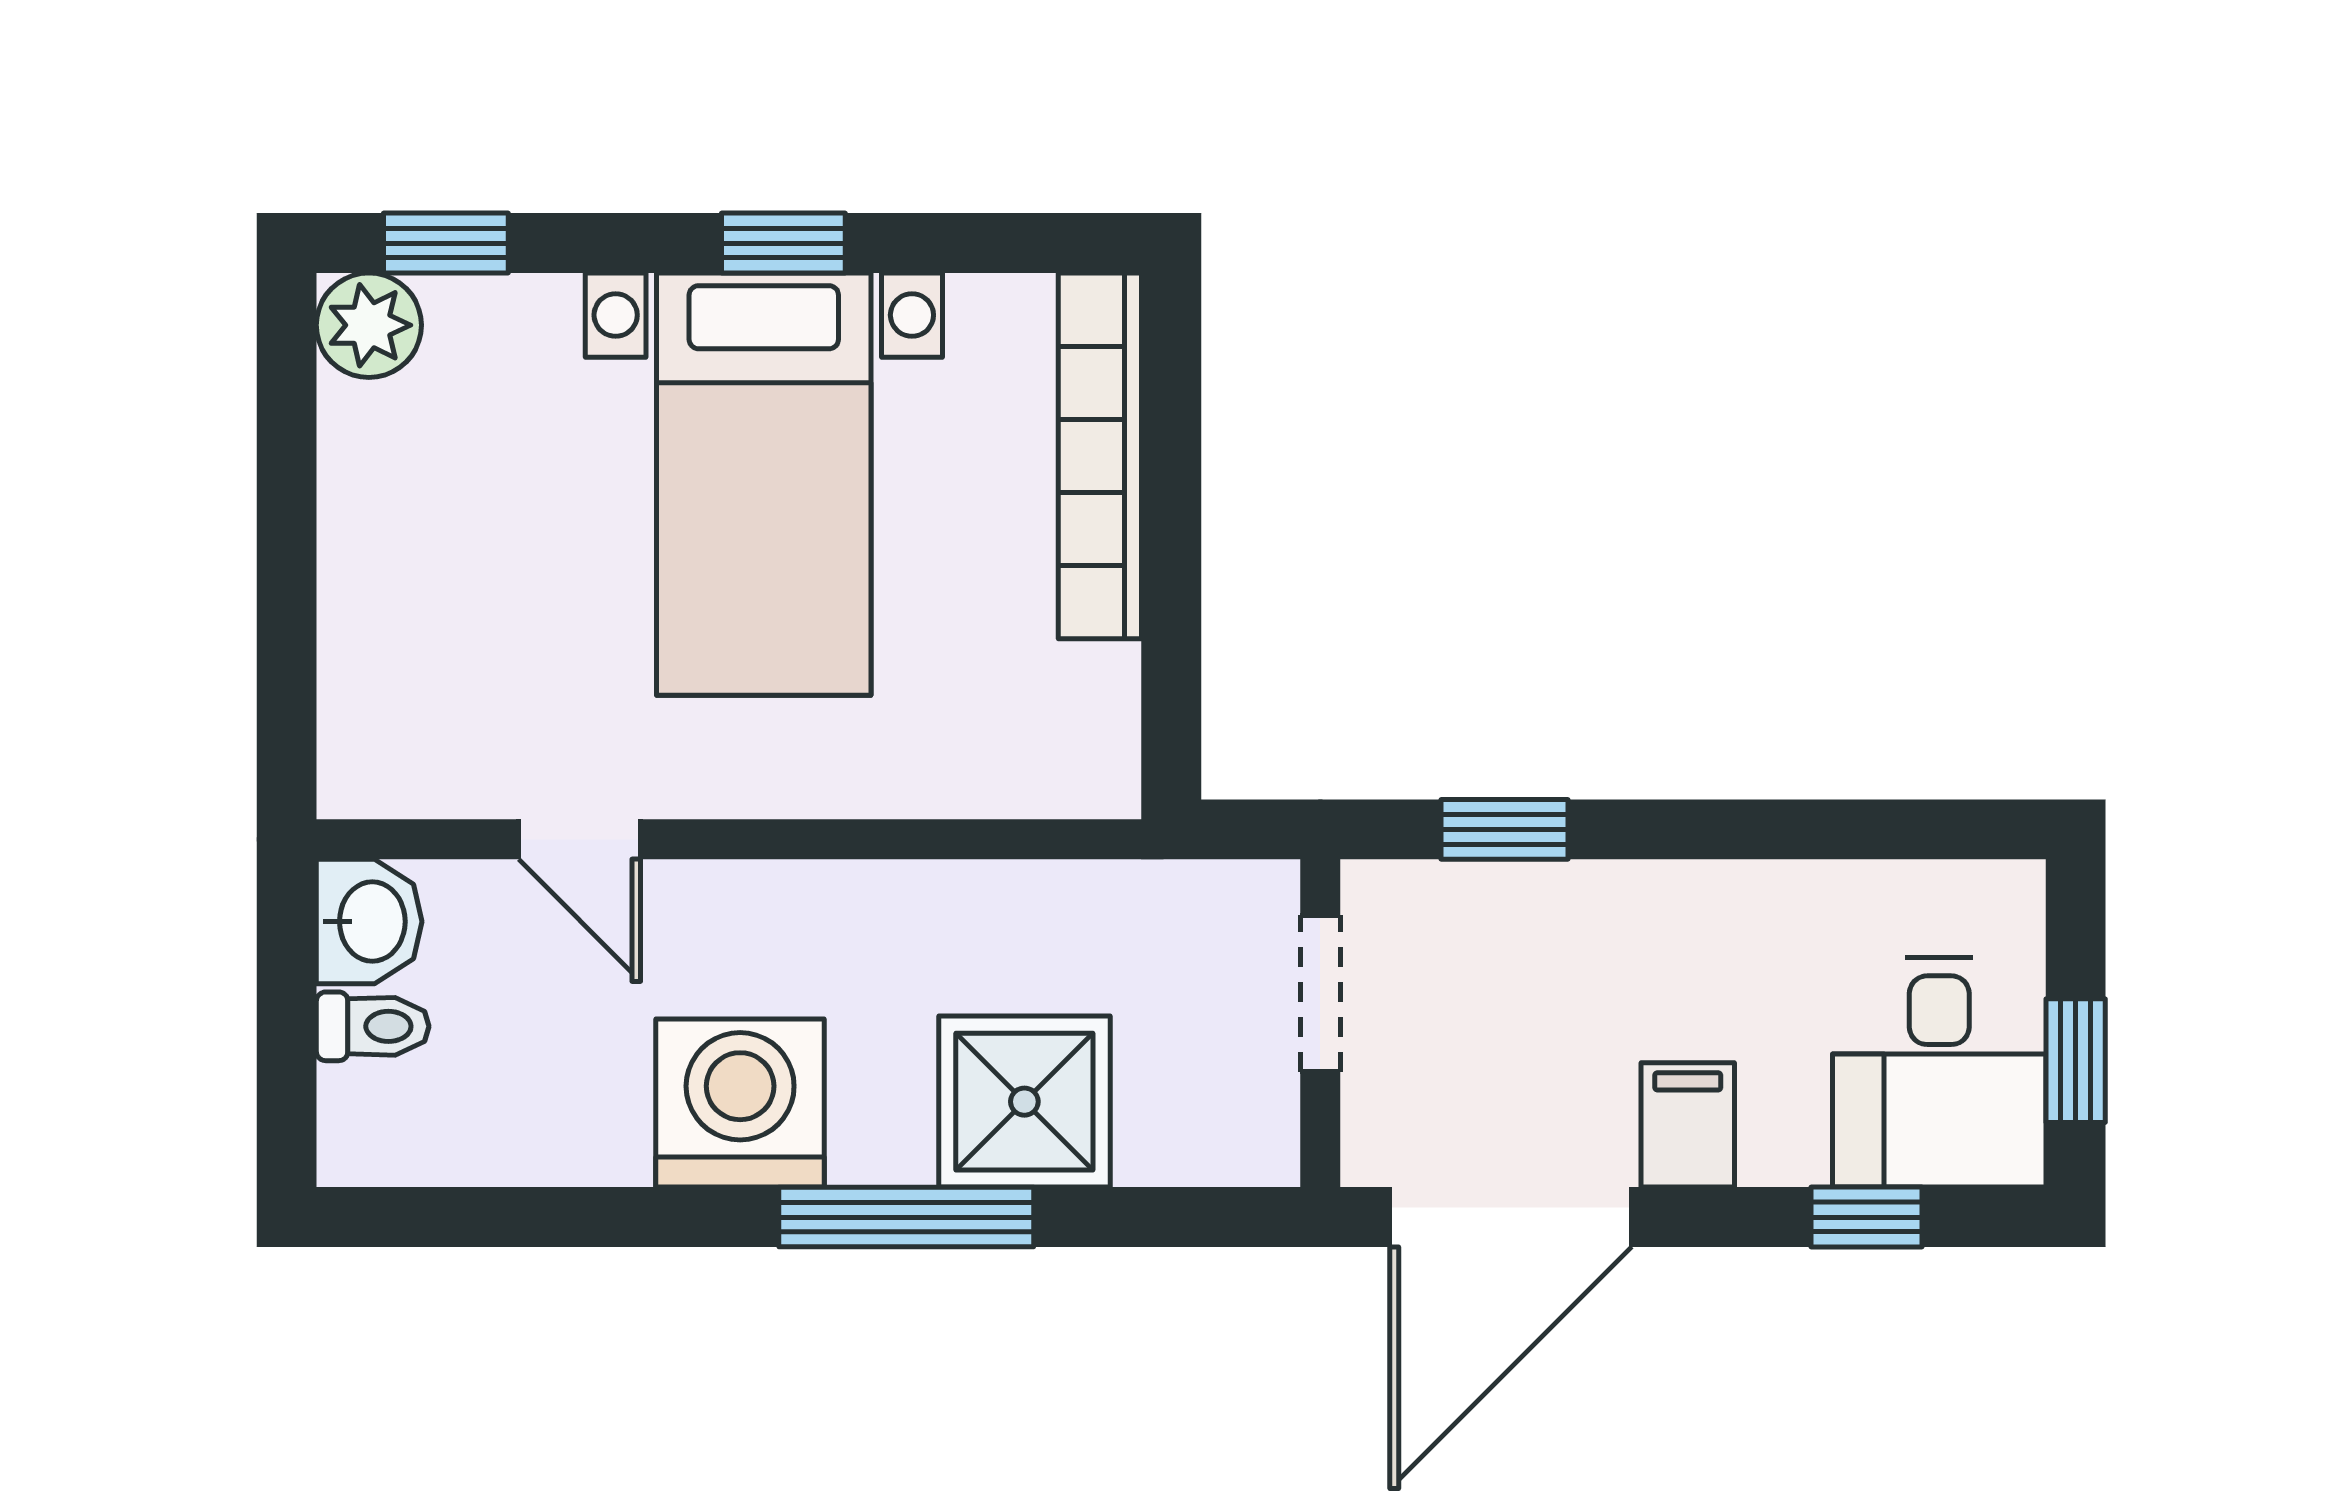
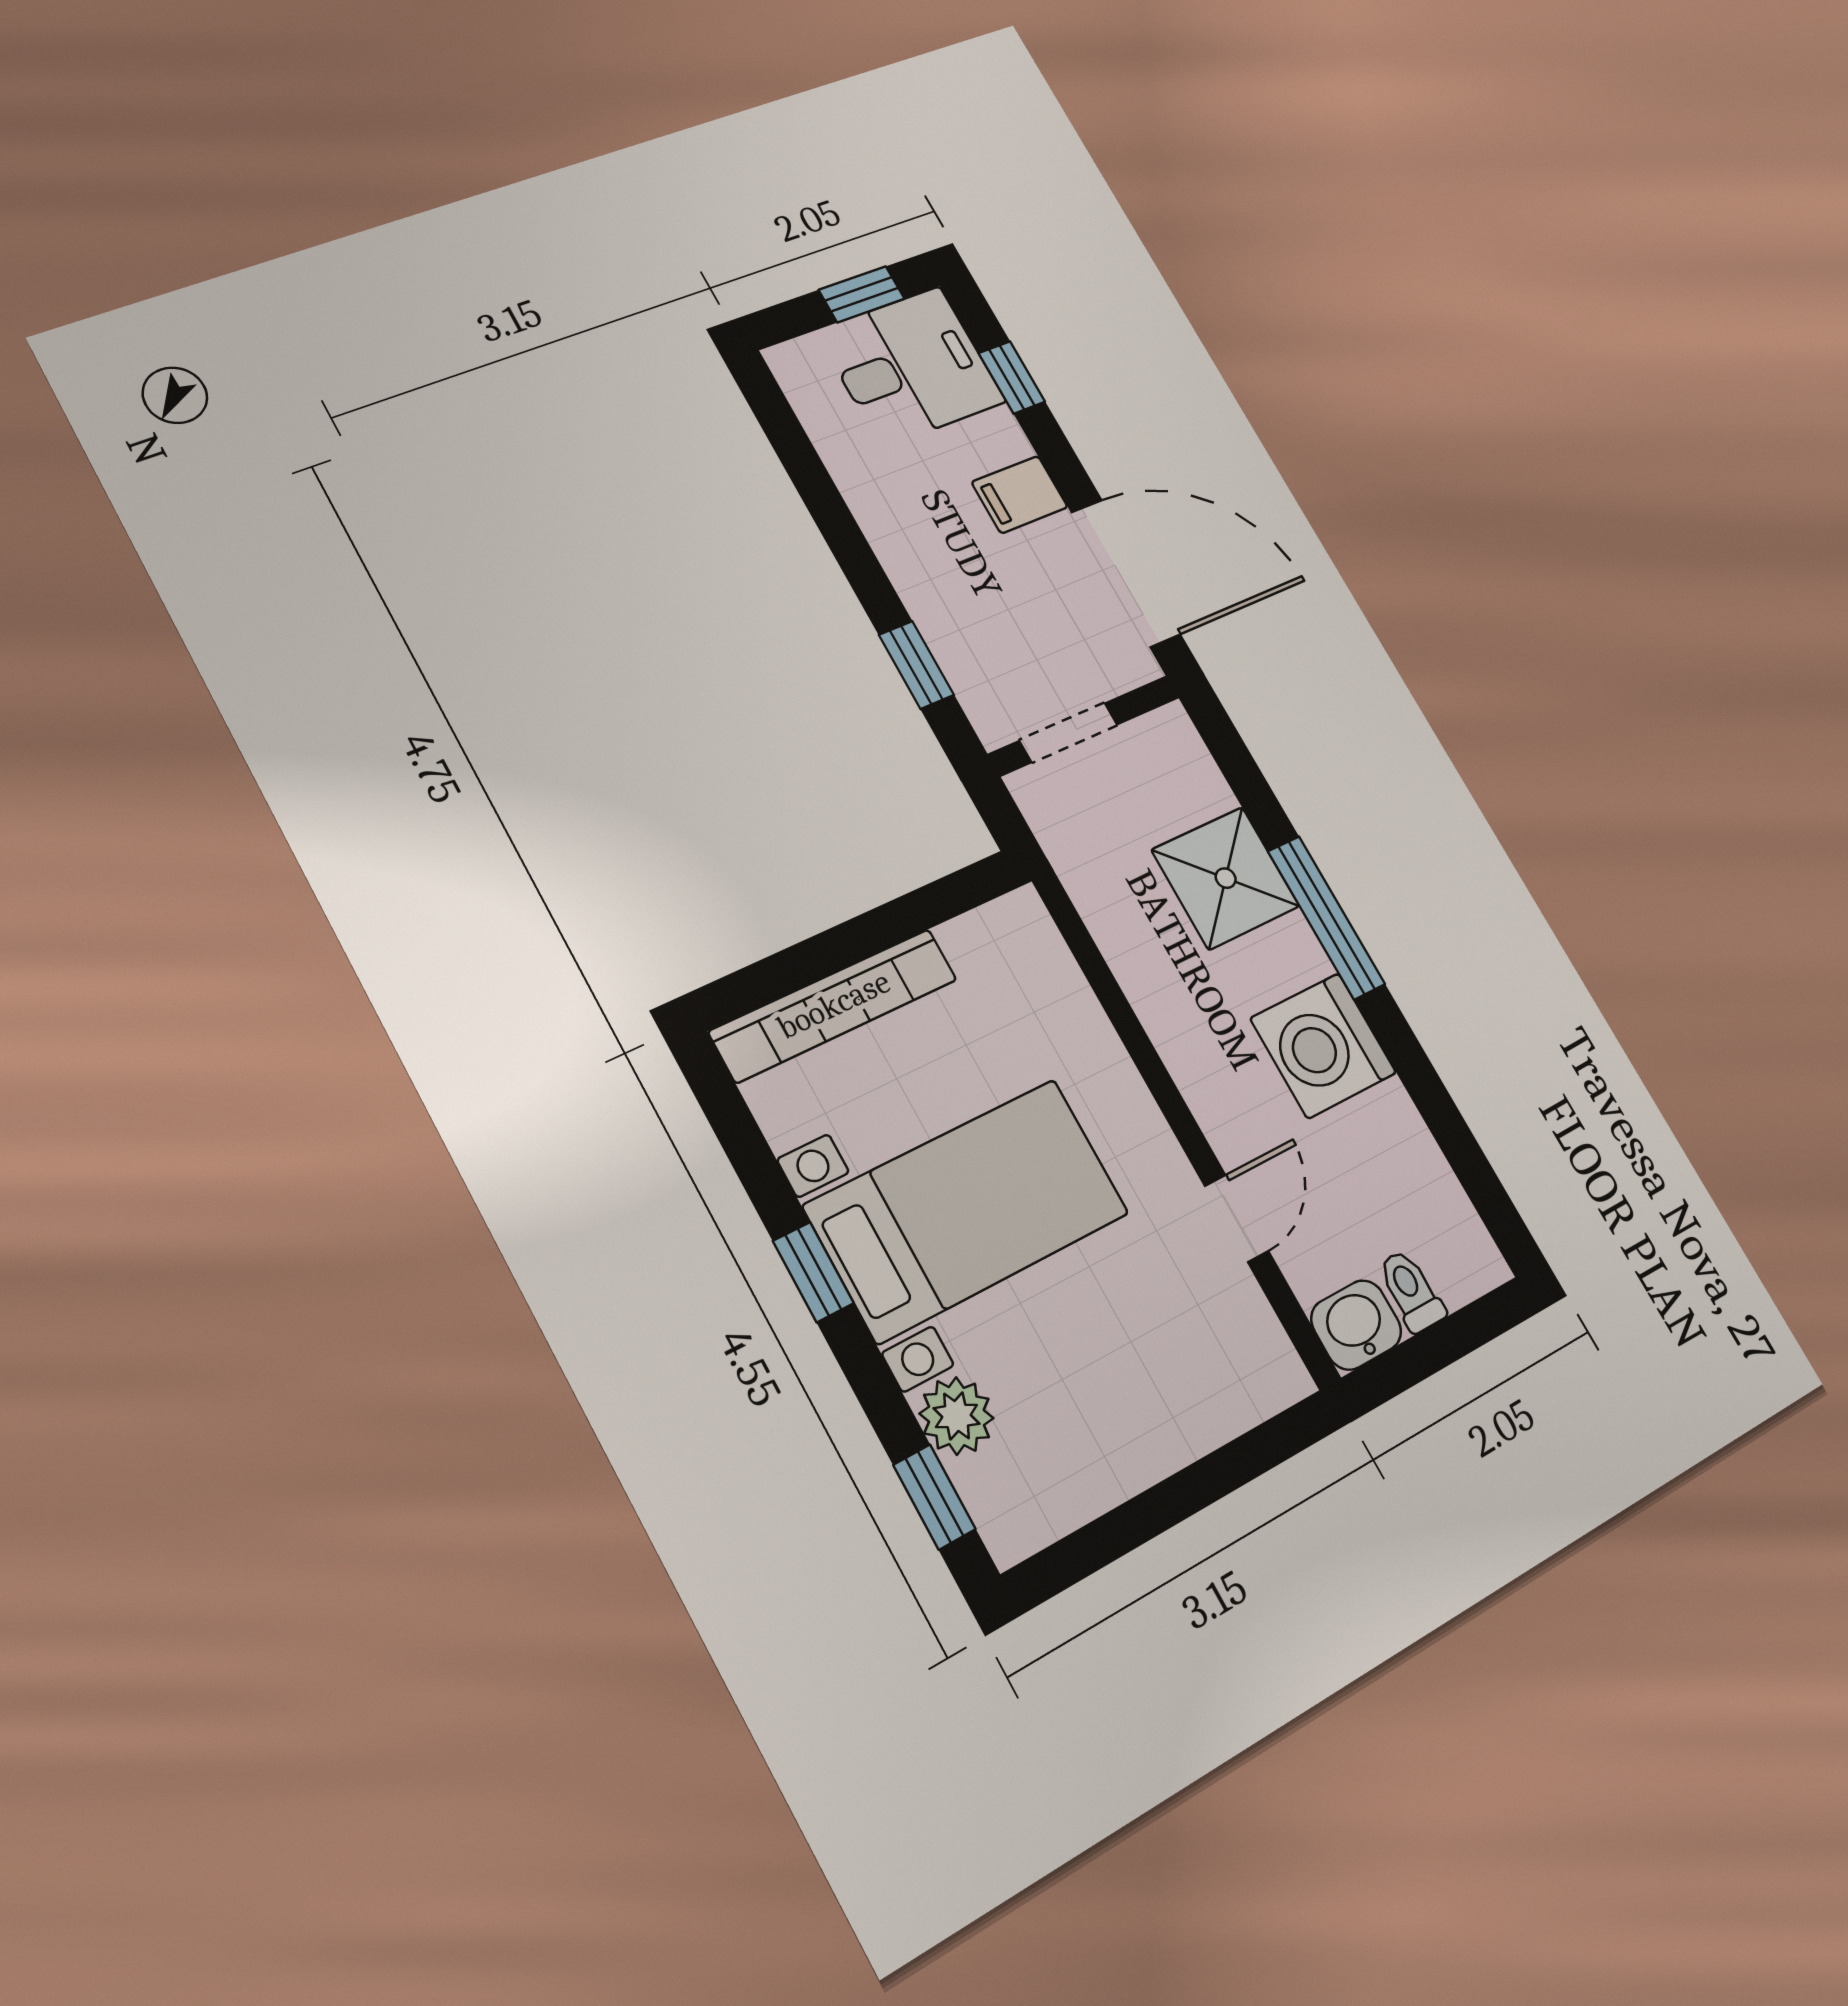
plant: (369, 325) -> (957, 1416), moved

